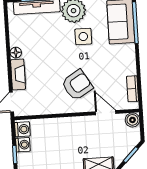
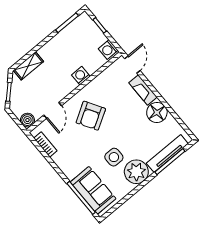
floor lamp: (16, 53) -> (157, 112), width x1.89, depth x1.89
door: (106, 113) -> (53, 110), hinge flipped
washing machine: (23, 145) -> (81, 76), moved, turned 90

